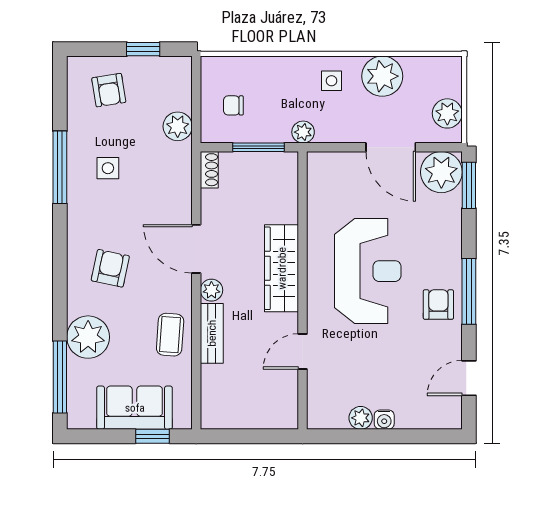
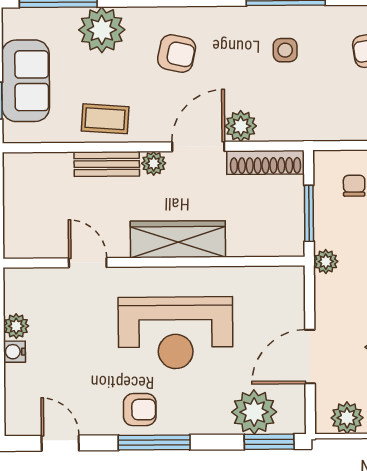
plant: (178, 126) -> (241, 126), moved
shoe rack: (209, 170) -> (265, 162), width x1.94, depth x1.24
plant: (441, 172) -> (254, 412), moved

